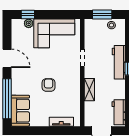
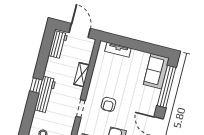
armchair: (49, 85) -> (108, 104), moved

